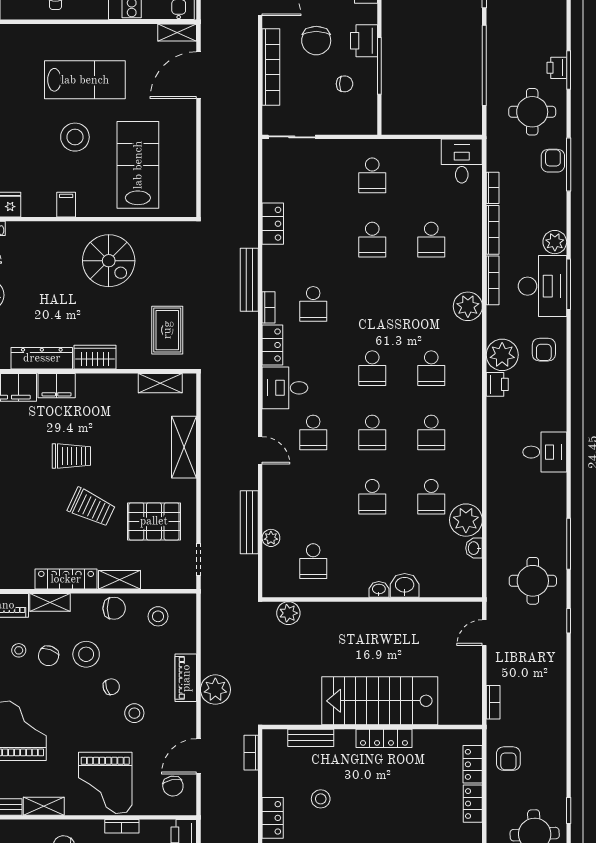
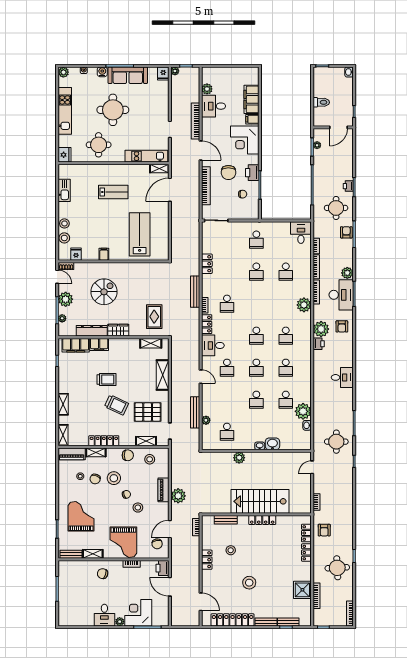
lab bench: (85, 80) -> (113, 192), width x0.73, depth x0.72
stool: (75, 137) -> (108, 221), removed
spiral stairs: (109, 261) -> (104, 292), moved, turned -90
shelving: (119, 580) -> (146, 441), moved
plant: (288, 613) -> (239, 458), moved

